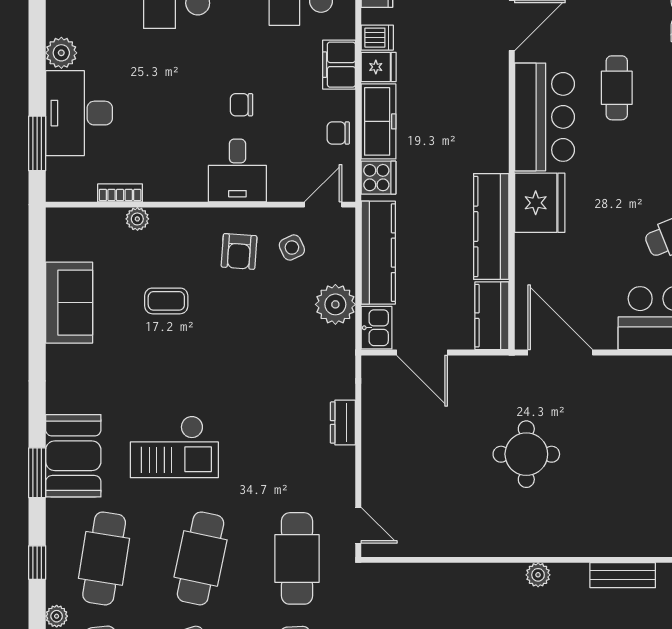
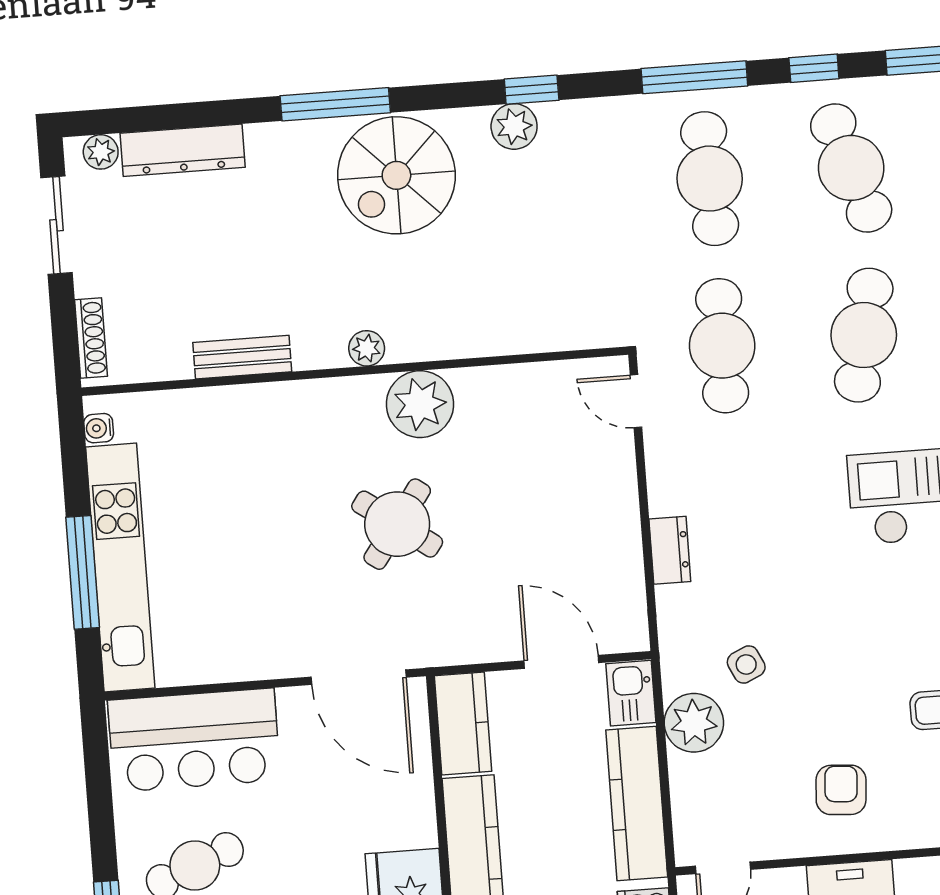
side table: (292, 248) -> (746, 665), moved
round table: (526, 454) -> (397, 524), turned 36
plant: (505, 534) -> (420, 404), added

